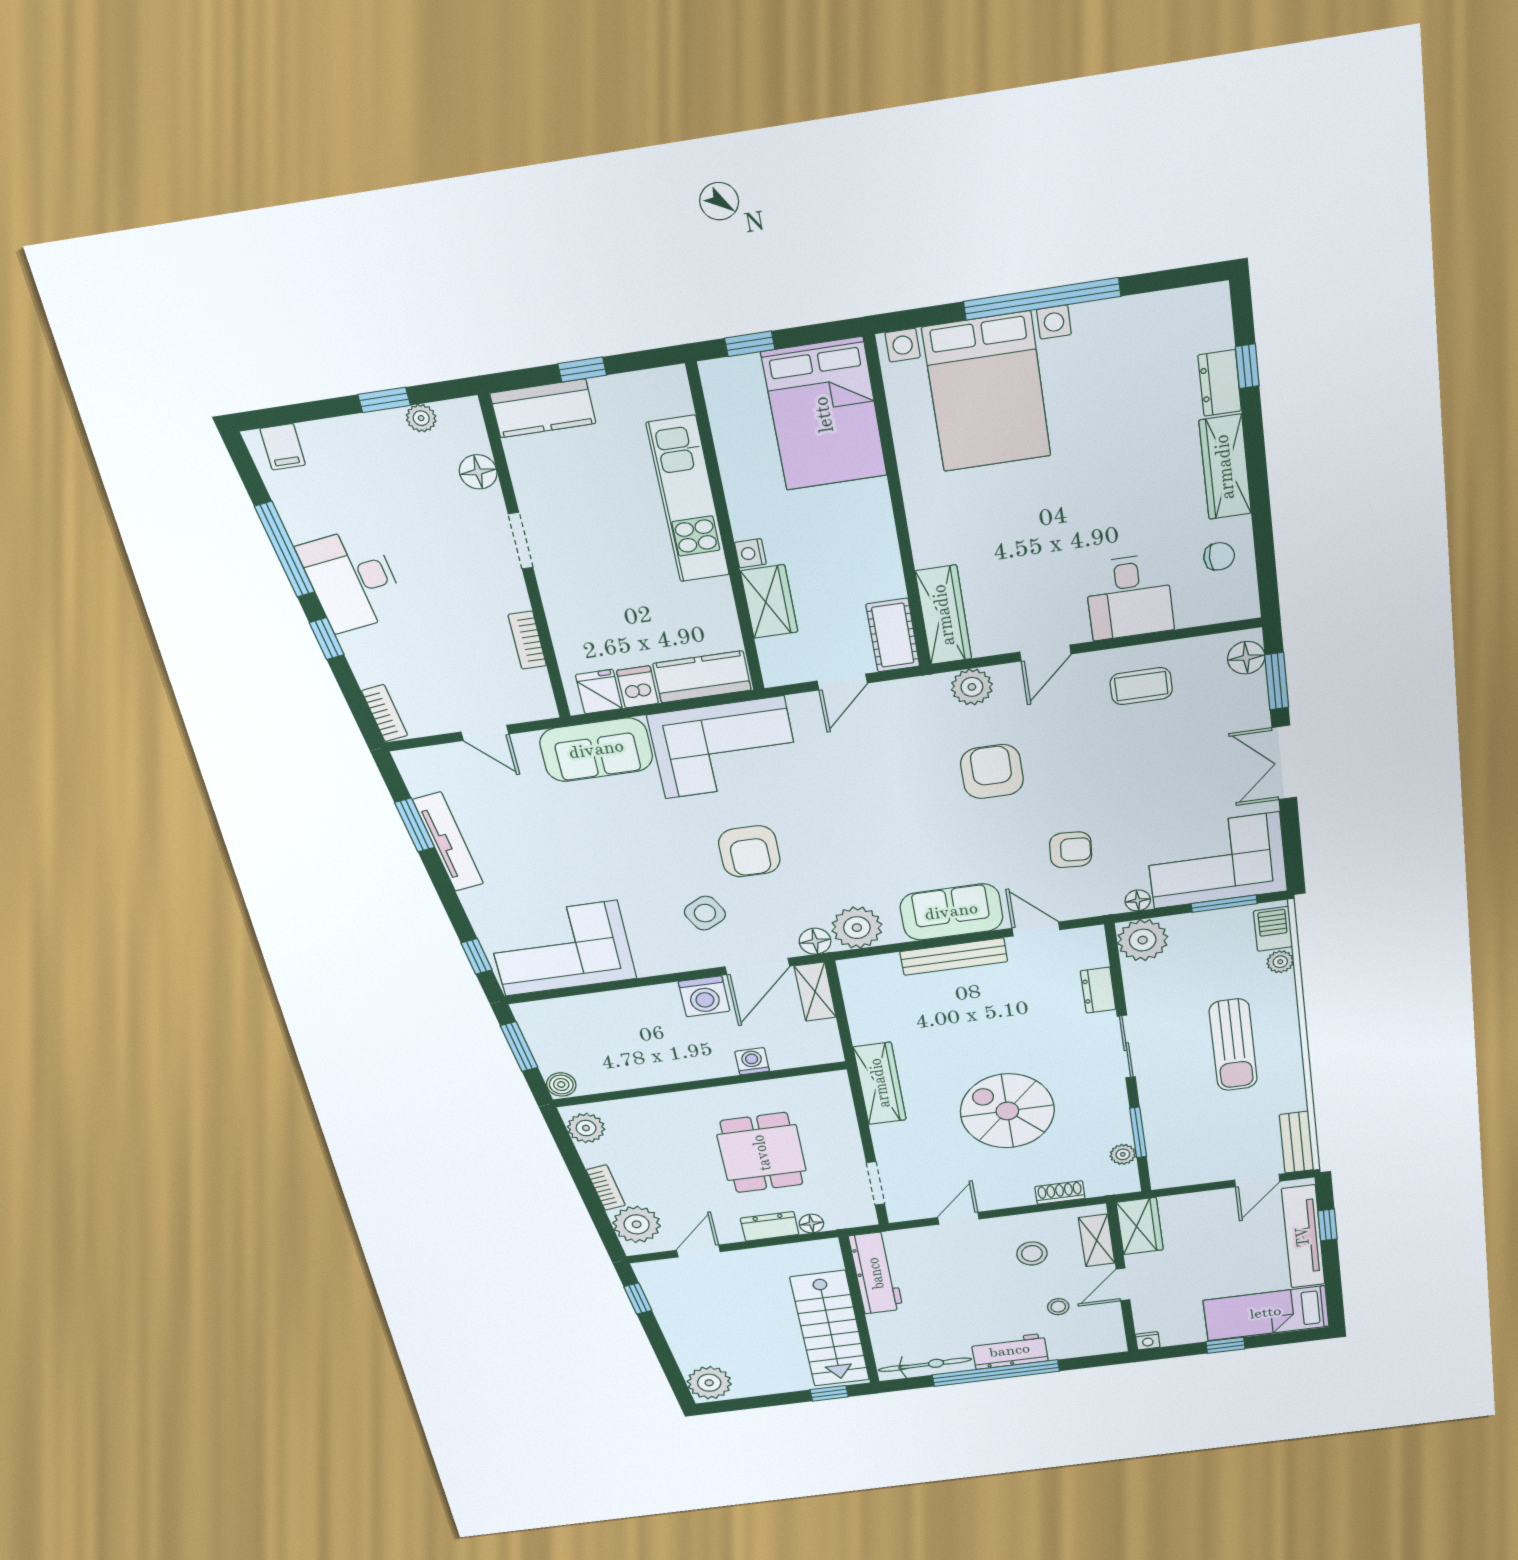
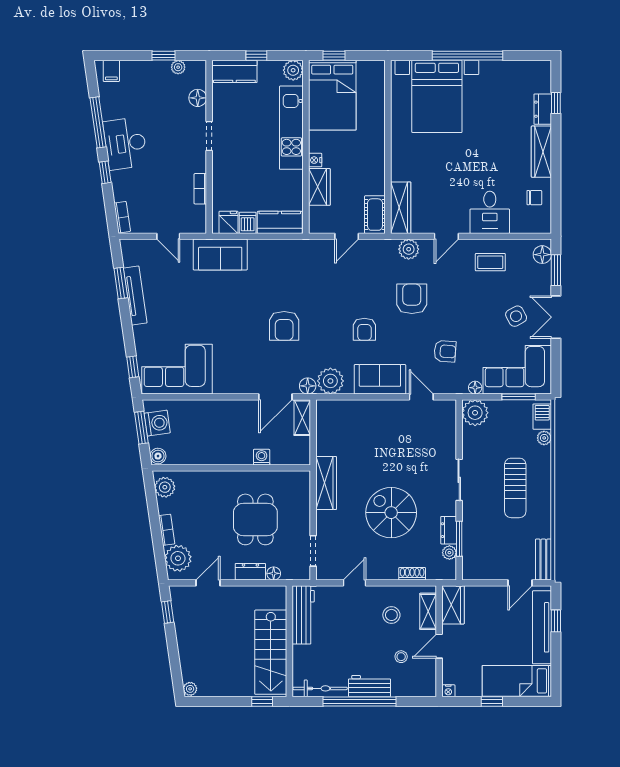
plant: (668, 387) -> (293, 70), added
bed: (824, 414) -> (332, 95), moved
corner sofa: (724, 748) -> (283, 264), removed
armchair: (907, 835) -> (364, 329), added
side table: (705, 913) -> (516, 316), moved
bench: (954, 957) -> (377, 407), removed
dresser: (1098, 990) -> (449, 530), moved
washing machine: (704, 996) -> (157, 423), moved, turned -98
plant: (709, 1383) -> (190, 689), width x0.53, depth x0.53

